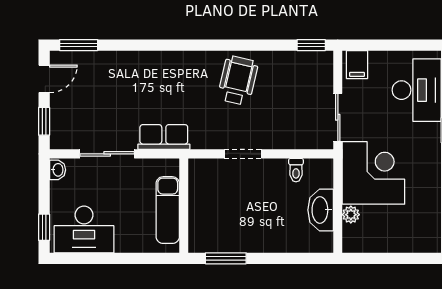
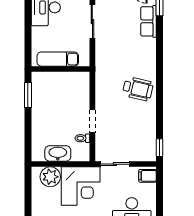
wheelchair: (238, 80) -> (138, 89), moved
row of seats: (164, 137) -> (149, 21), moved, turned 180
doorway: (243, 154) -> (92, 121), moved
plant: (351, 215) -> (50, 177), width x1.88, depth x1.88

